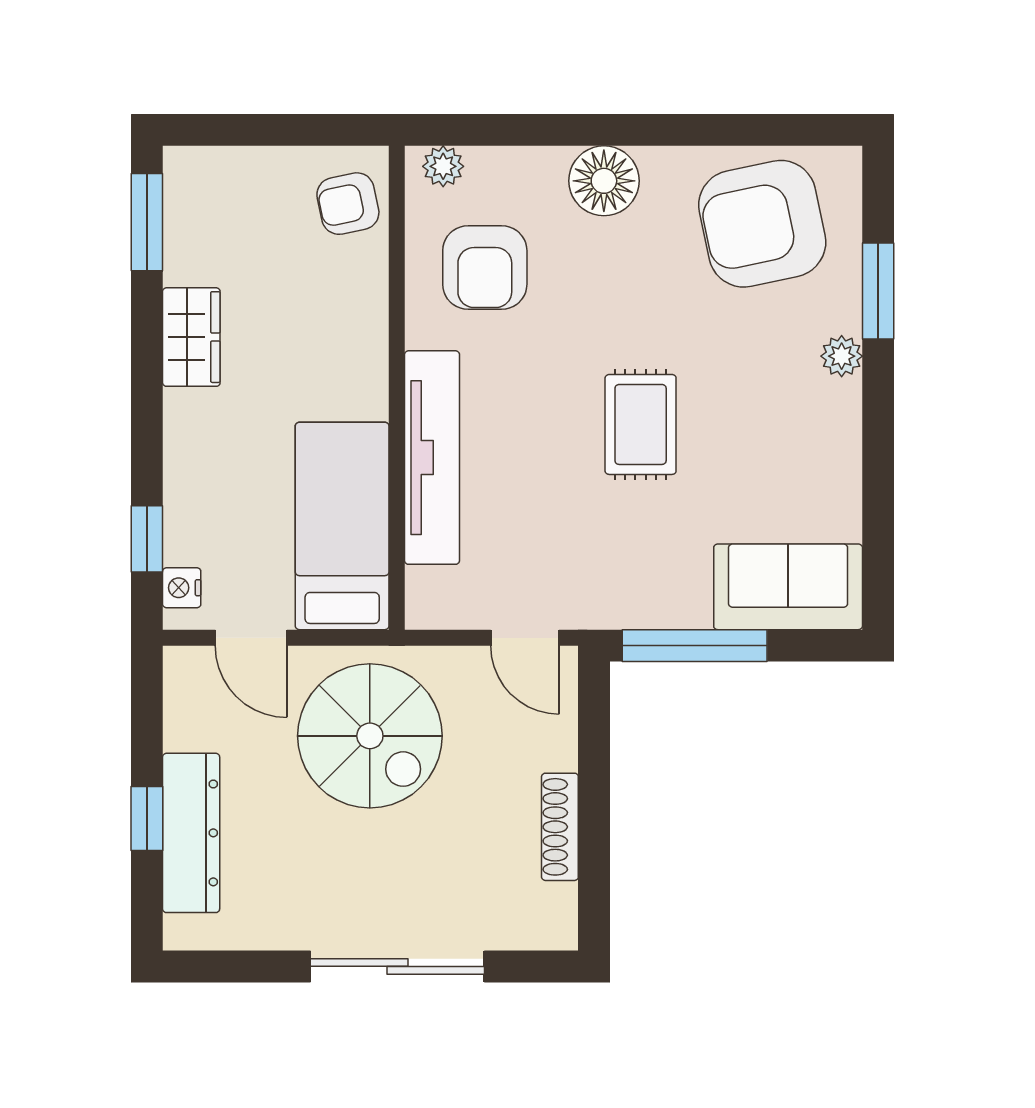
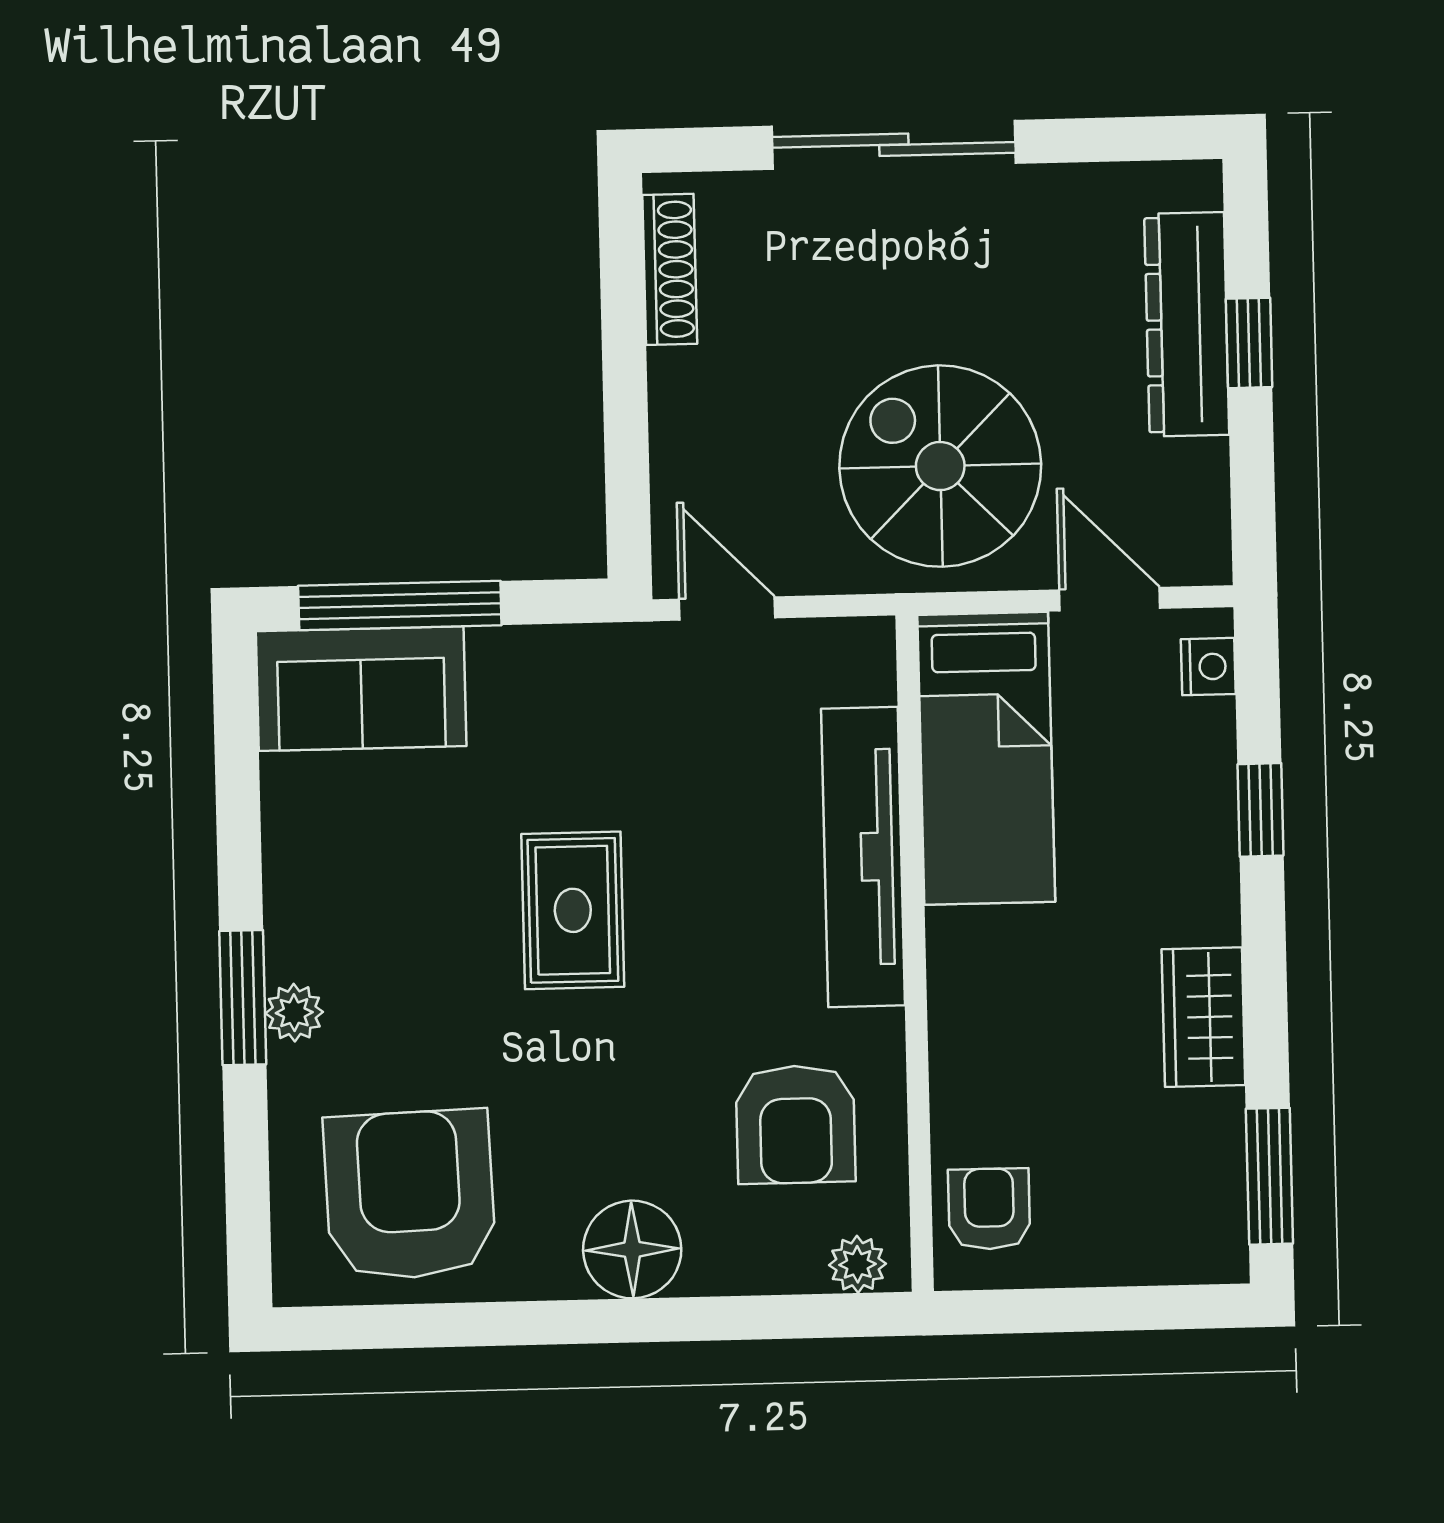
armchair: (348, 204) -> (989, 1209), turned -78
armchair: (762, 224) -> (410, 1195), turned -80
armchair: (485, 267) -> (796, 1124), turned 180
window: (878, 291) -> (243, 998), moved
window: (147, 539) -> (1260, 810), moved
window: (695, 646) -> (400, 606), moved
shoe rack: (560, 827) -> (670, 269), moved

